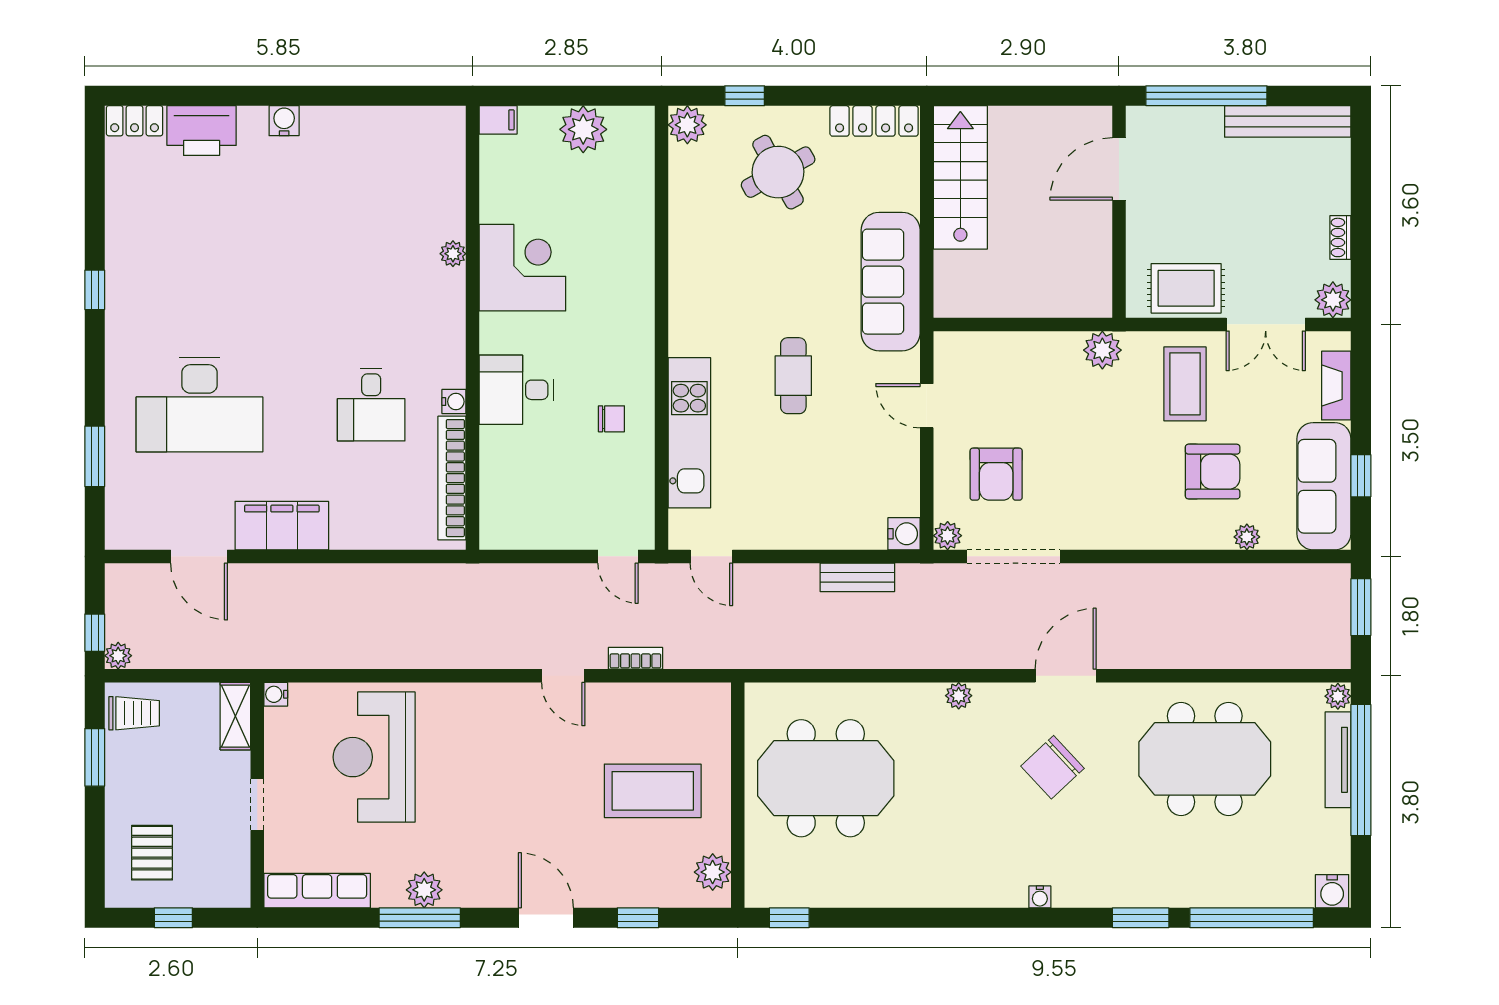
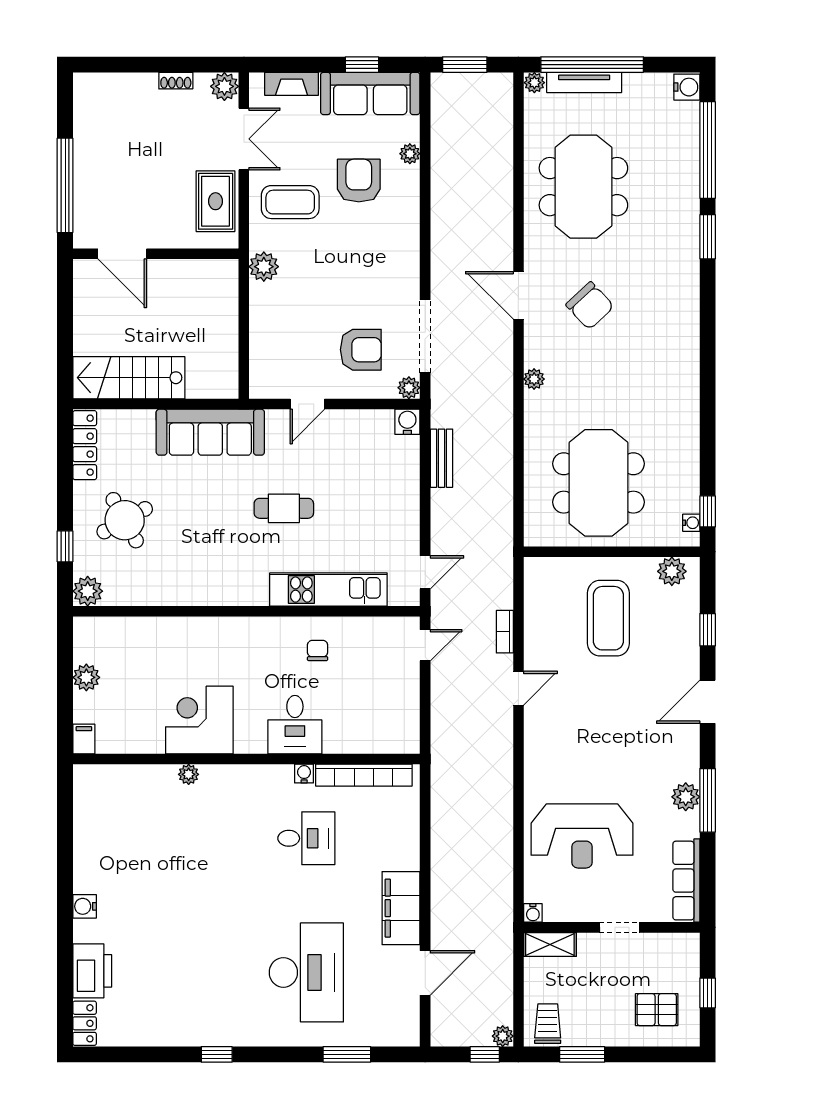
bench: (1288, 121) -> (85, 122), removed
plant: (583, 129) -> (86, 677), width x0.73, depth x0.73
water cooler: (1040, 897) -> (691, 523), moved

